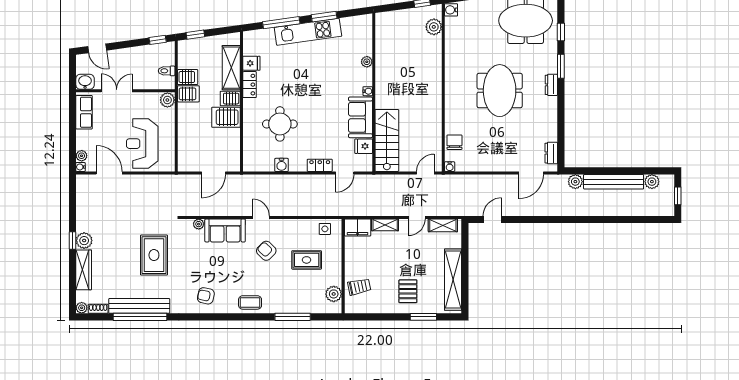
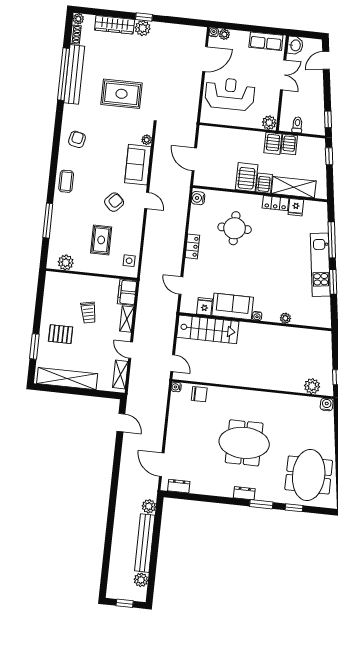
water cooler: (282, 165) -> (198, 198), moved
locker: (320, 165) -> (192, 246), moved
door: (261, 217) -> (147, 200), hinge flipped
trolley: (359, 287) -> (88, 313), moved

